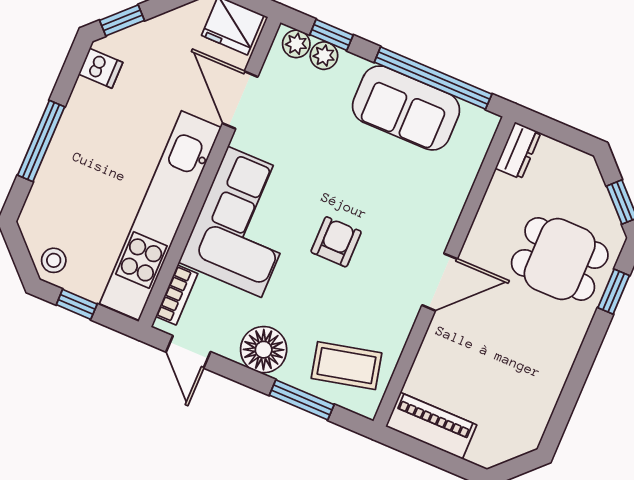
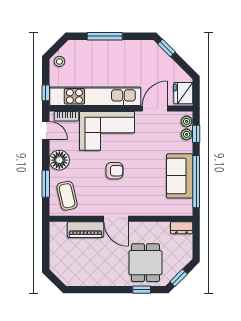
dishwasher: (101, 68) -> (144, 48), removed
window: (77, 304) -> (46, 93), moved
door: (188, 352) -> (46, 130), swing flipped
piano: (431, 426) -> (86, 230), moved, turned 90

